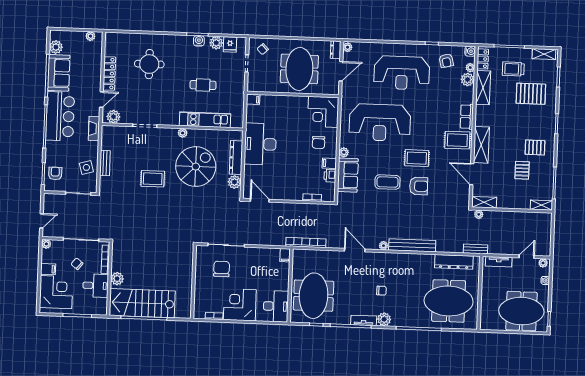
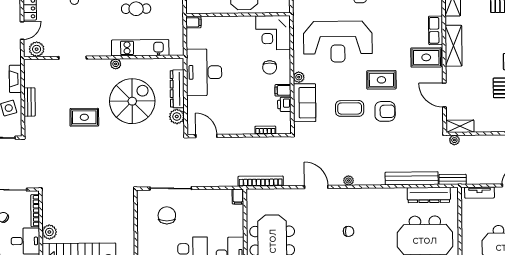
fireplace: (94, 129) -> (15, 79), moved
shelving: (481, 145) -> (453, 46), moved
bench: (412, 245) -> (412, 178), moved

